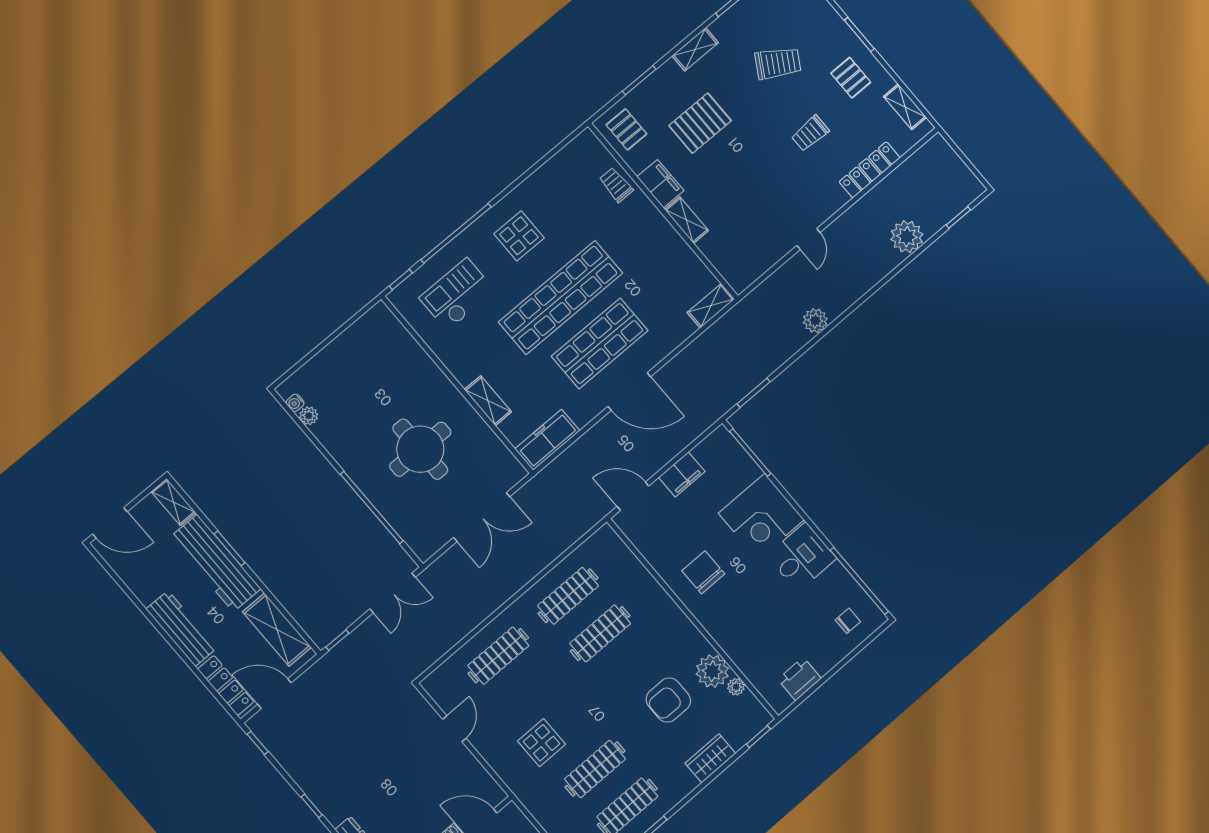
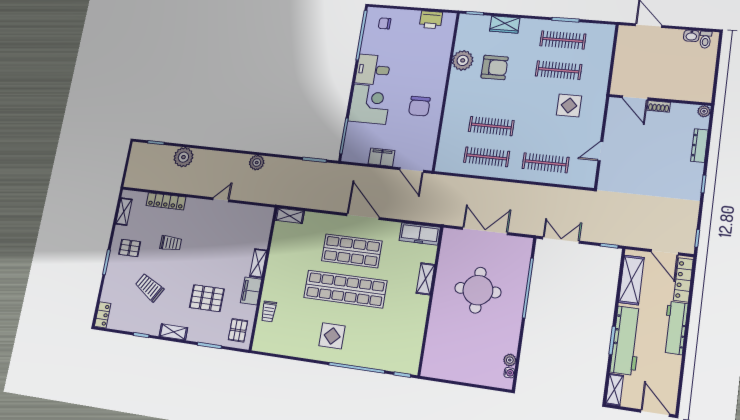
pallet: (851, 78) -> (130, 248), turned 90
checkout: (457, 294) -> (386, 340), removed
plant: (736, 687) -> (460, 44), removed

